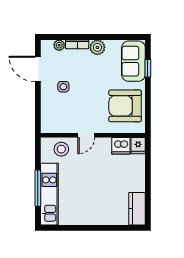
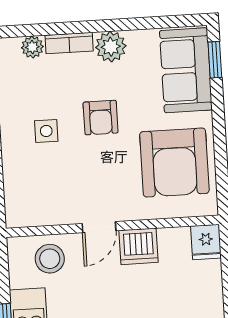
window: (148, 68) -> (215, 60), moved
armchair: (90, 82) -> (101, 118), added
armchair: (125, 106) -> (174, 163), turned -90
dishwasher: (121, 146) -> (139, 246), moved

